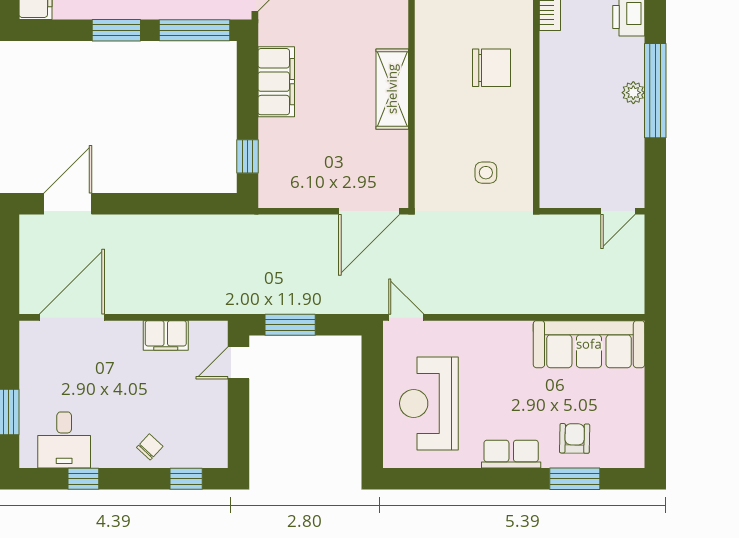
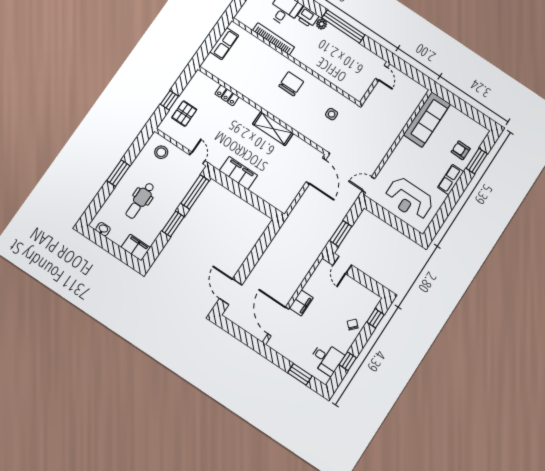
plant: (633, 93) -> (322, 24), moved
window: (247, 156) -> (261, 205), removed
filing cabinet: (166, 335) -> (301, 303), moved

